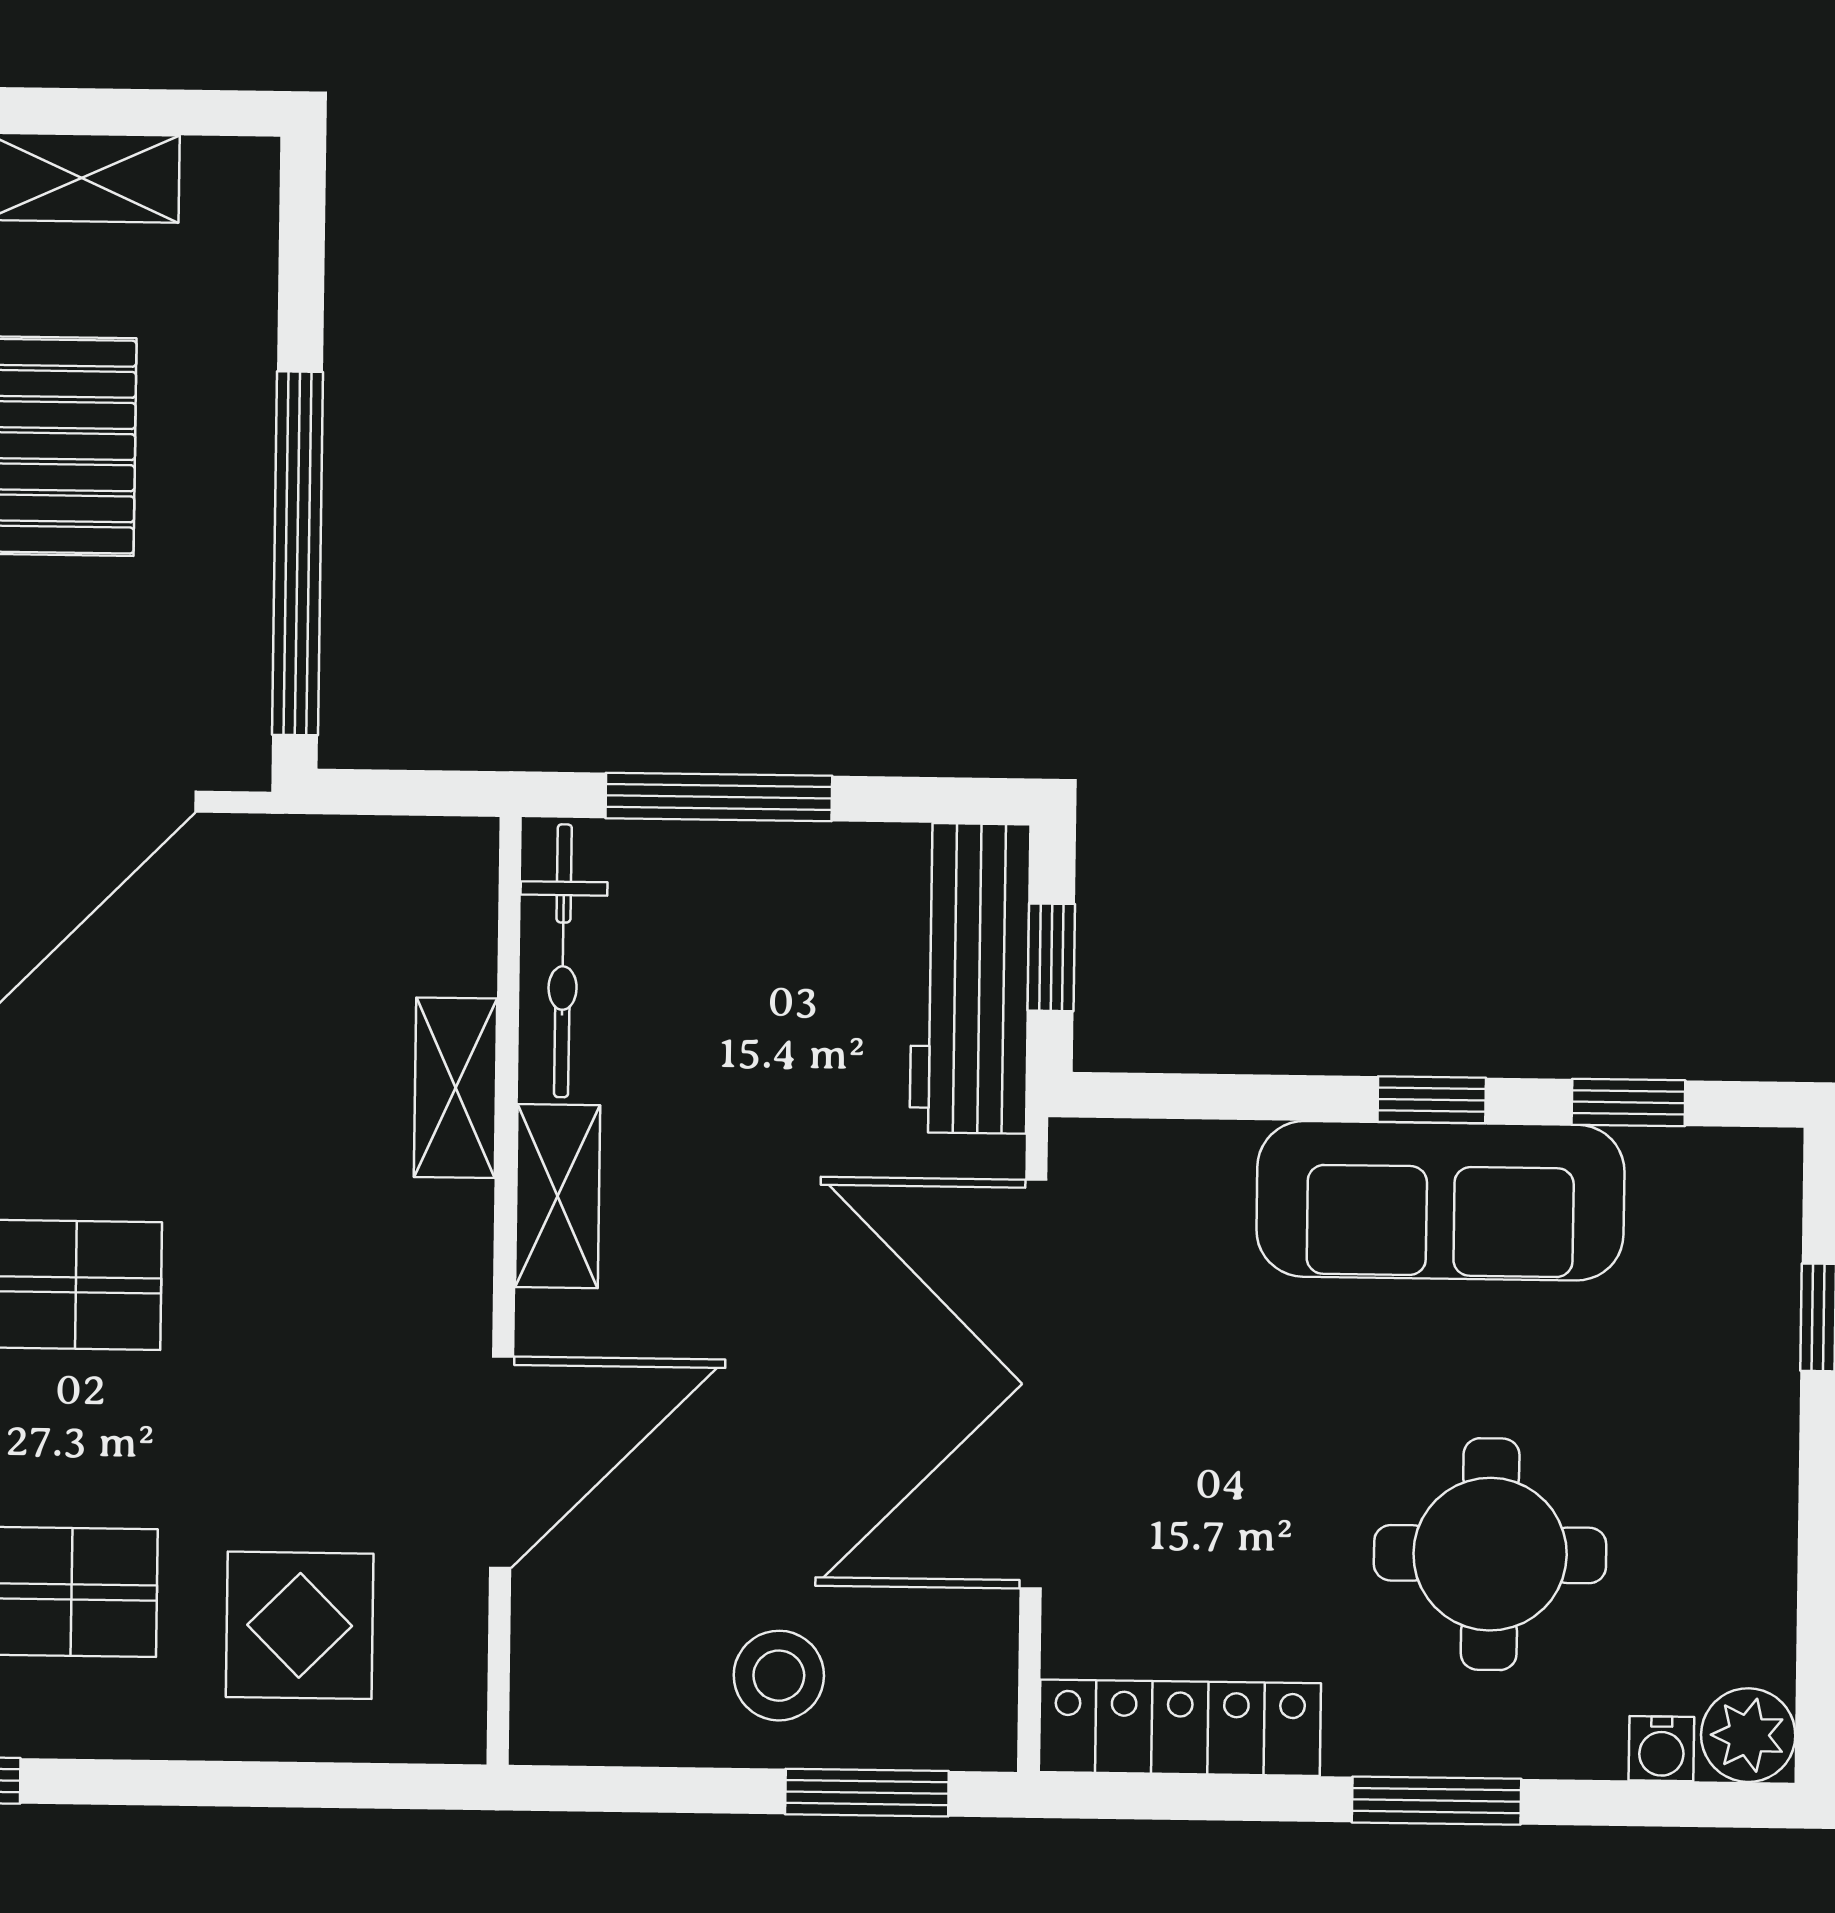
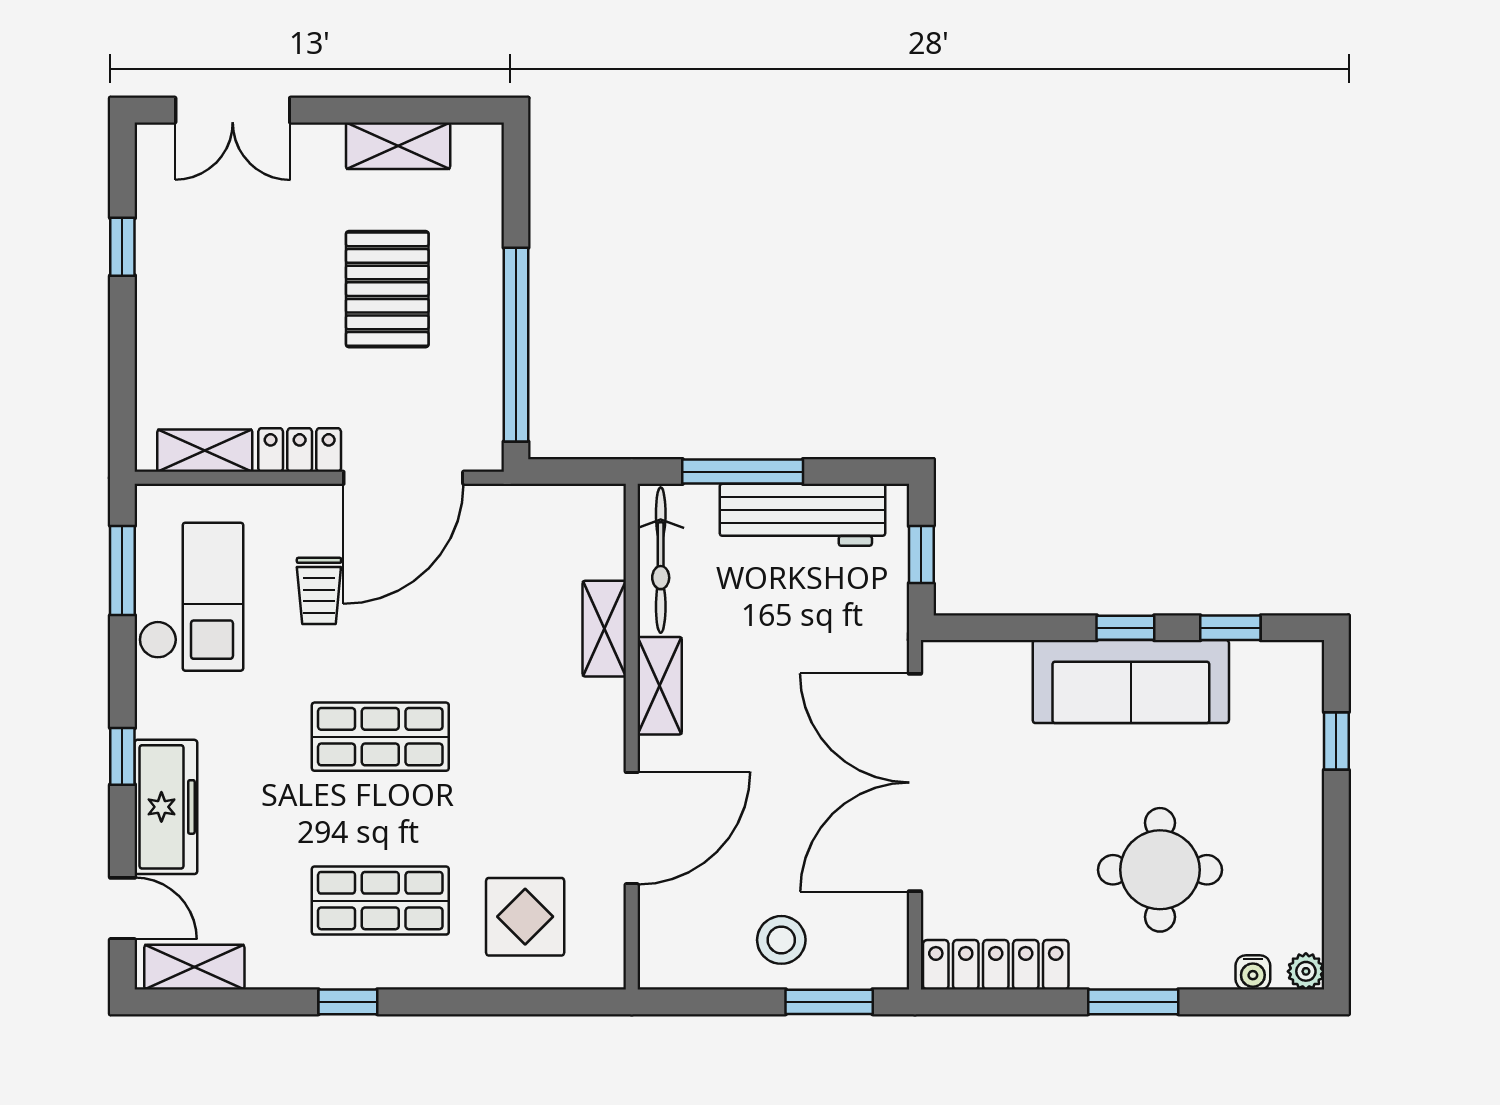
workbench: (970, 978) -> (802, 515), moved, turned -90
plant: (1748, 1735) -> (1306, 971), width x0.73, depth x0.73

